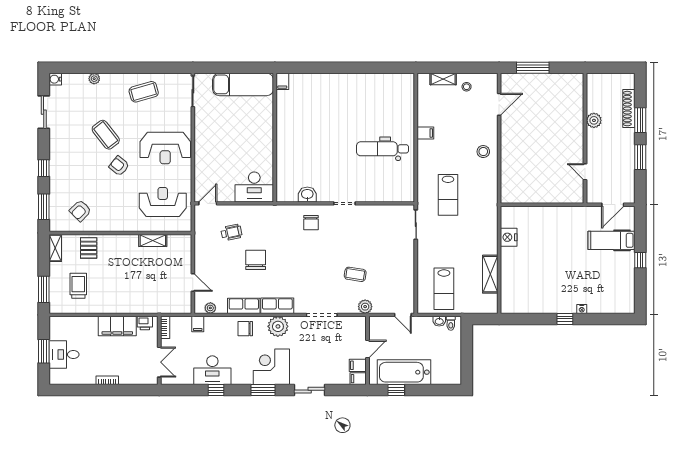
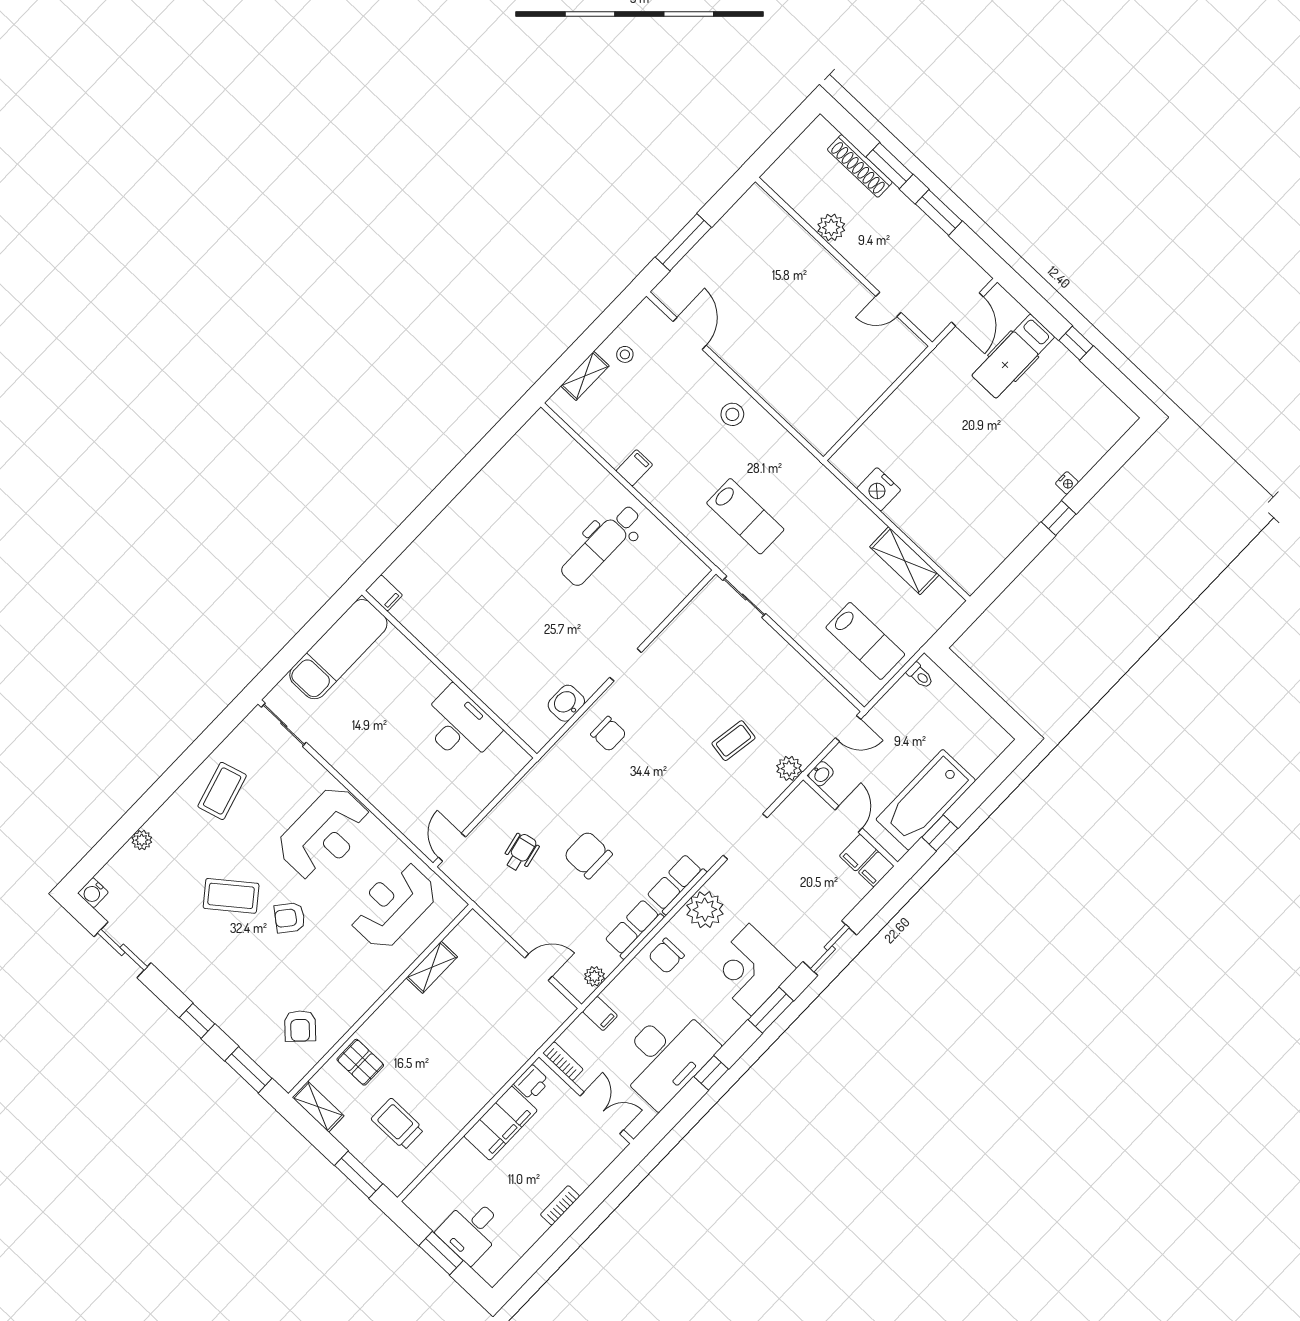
desk: (254, 187) -> (459, 726), moved, turned -90
washbasin: (439, 321) -> (821, 774), moved
desk: (212, 370) -> (666, 1056), width x1.36, depth x1.30

